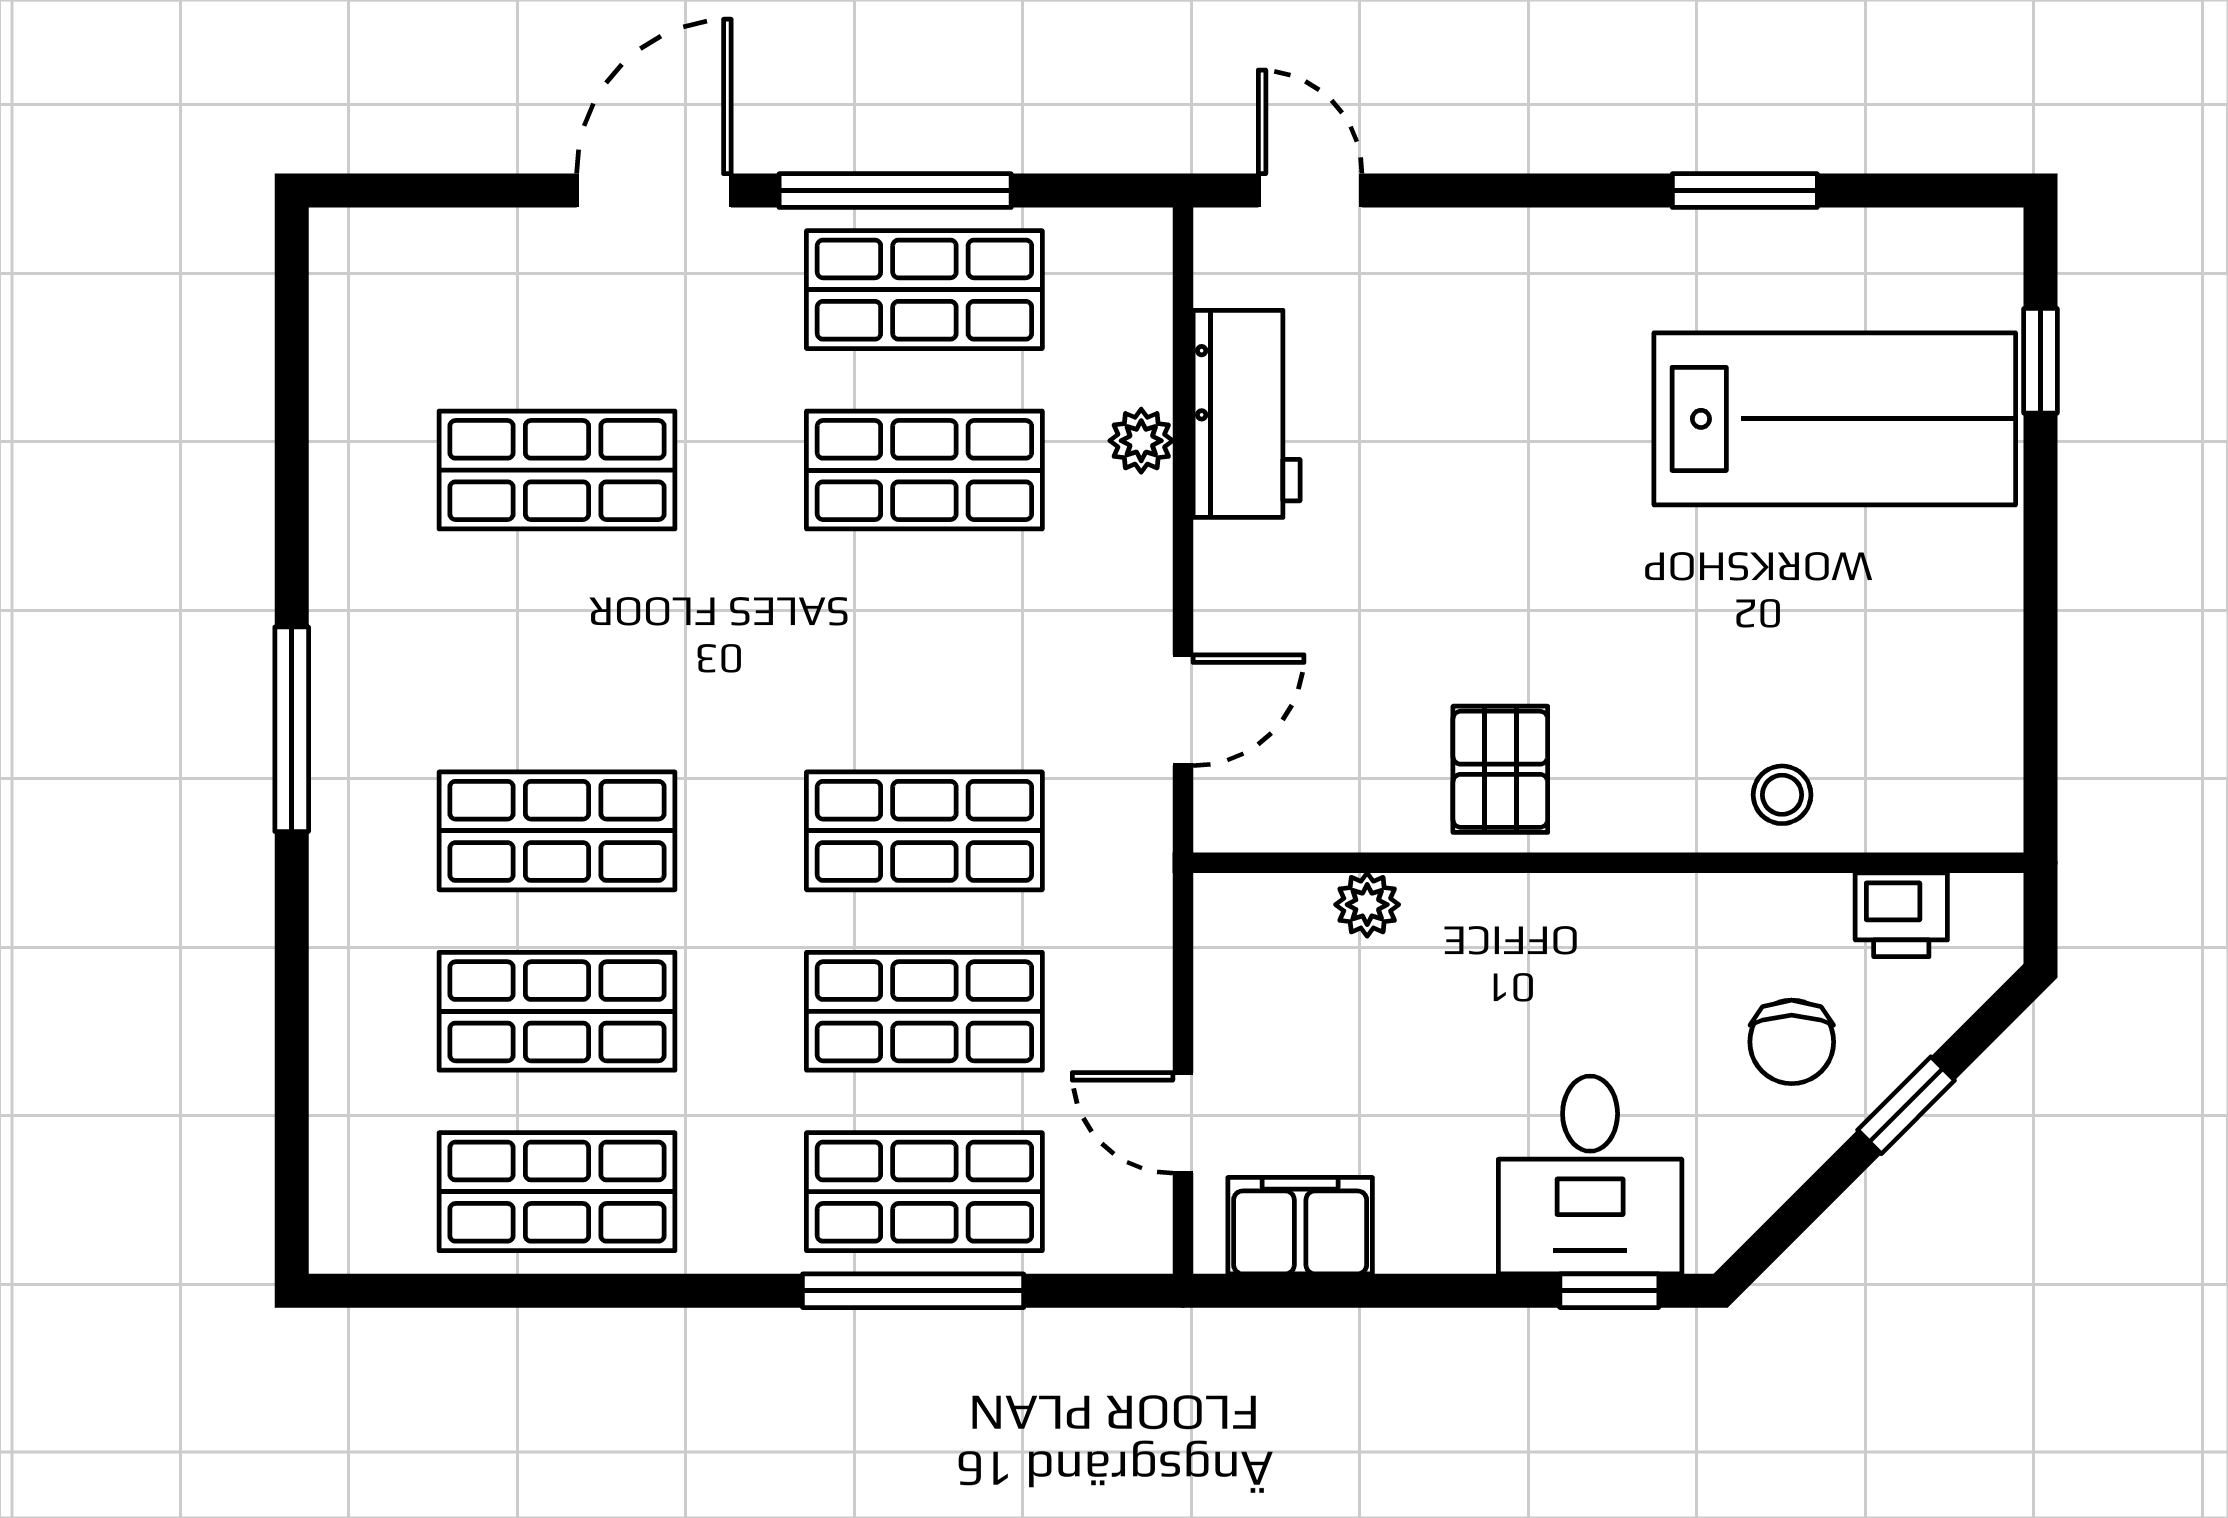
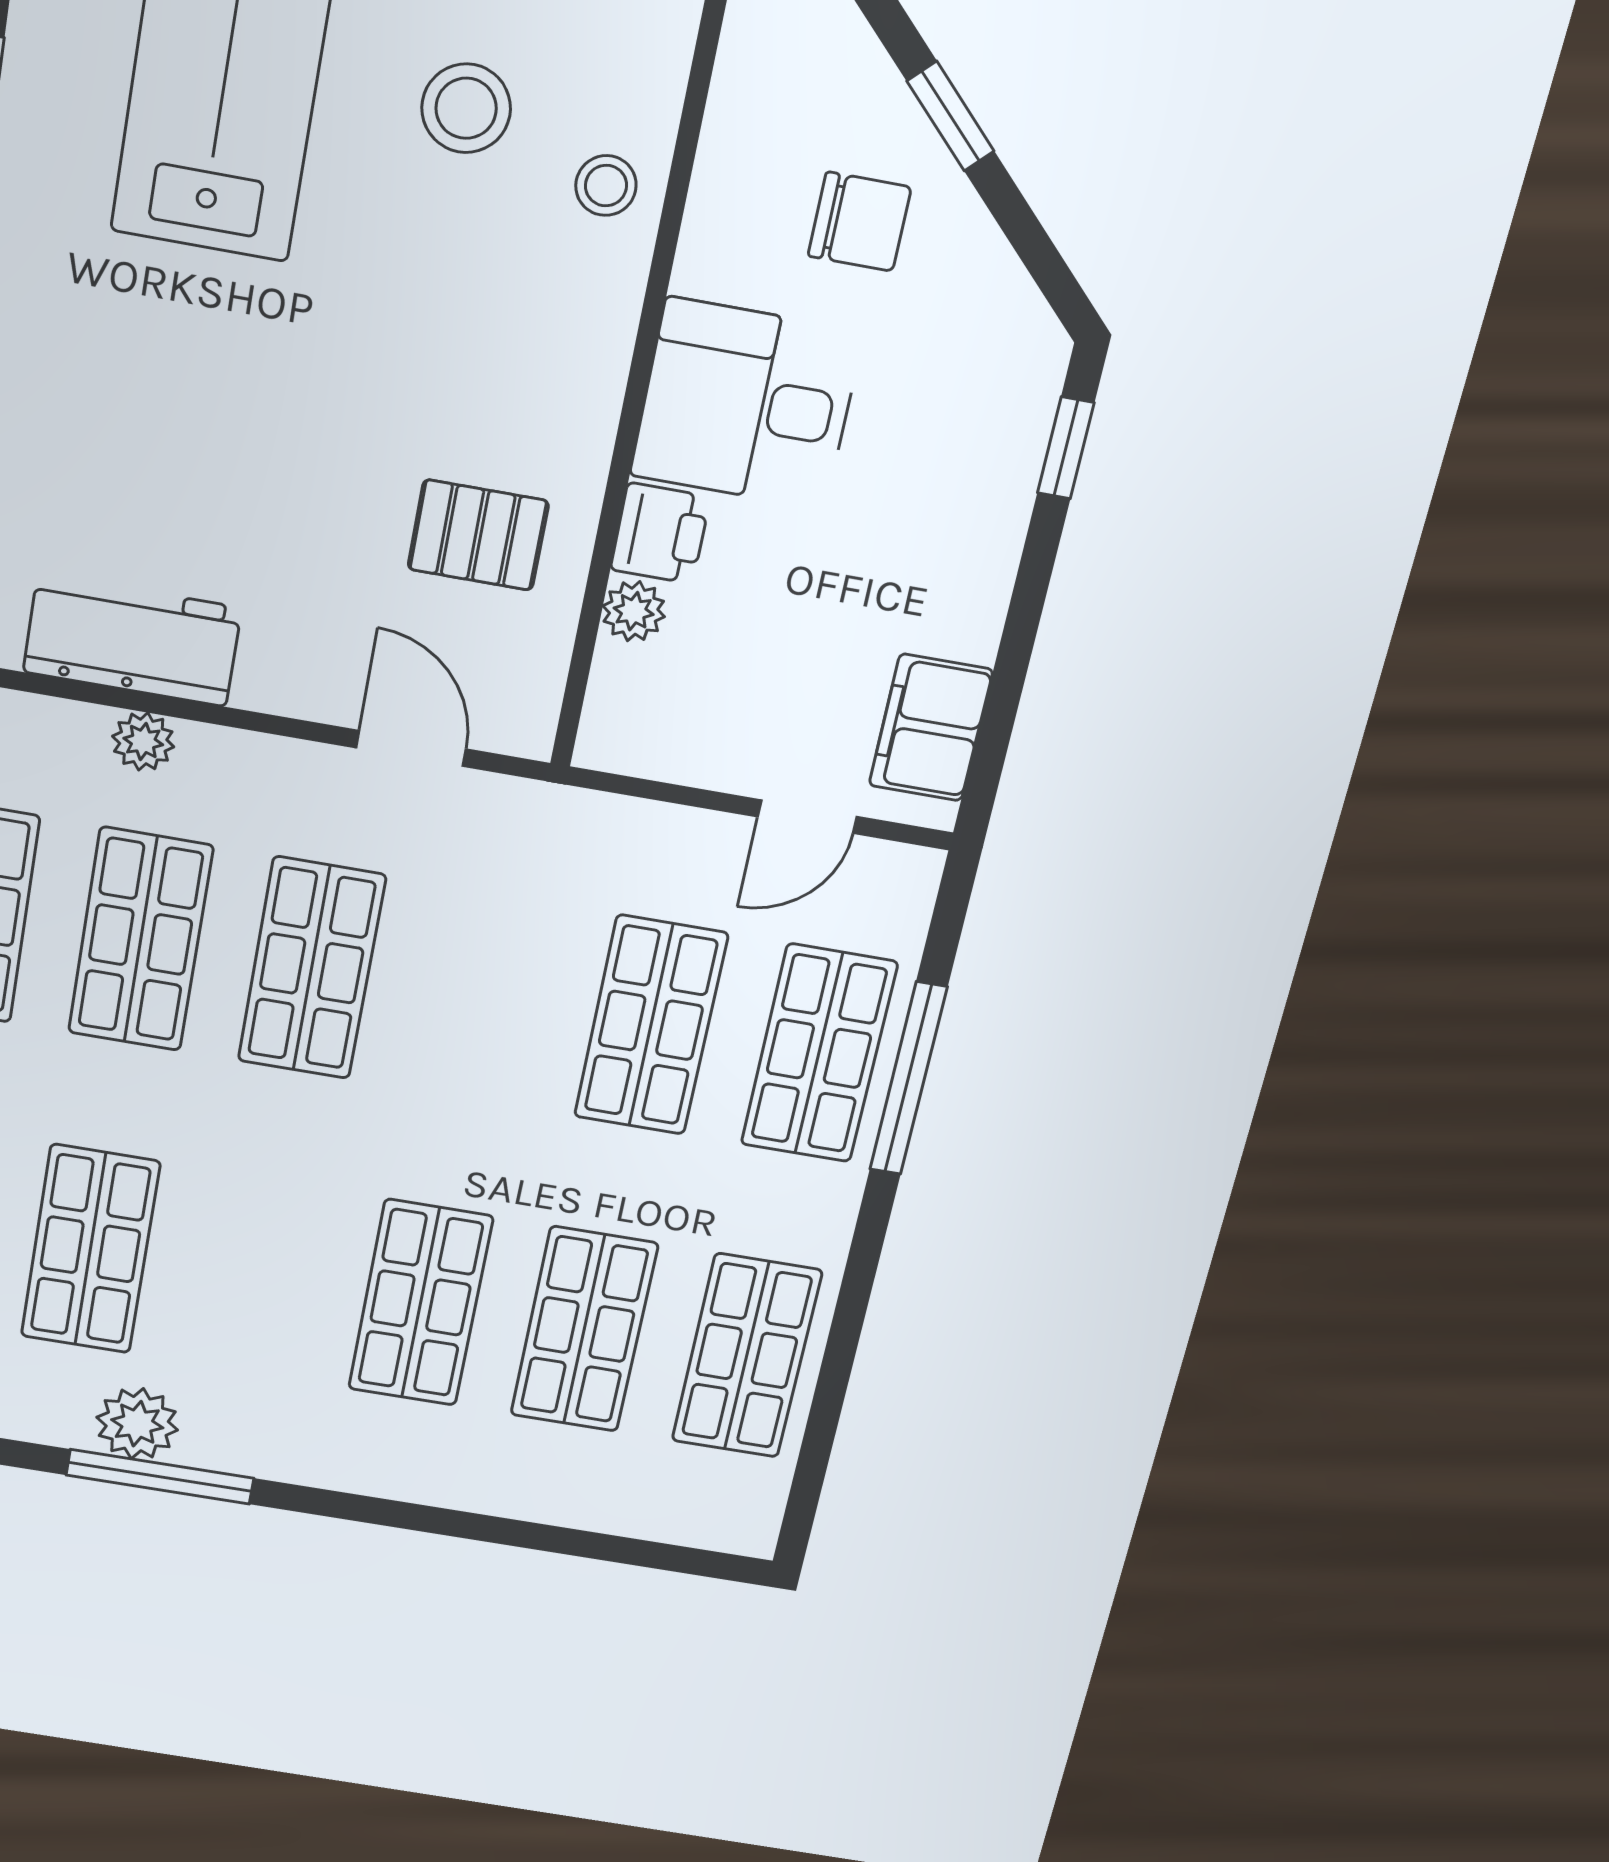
plant: (353, 551) -> (137, 1424), added
stool: (1830, 649) -> (466, 108), added
window: (292, 729) -> (160, 1477), moved
pallet: (1500, 769) -> (478, 535), moved
shop shelf: (924, 831) -> (312, 968), moved
printer: (1901, 915) -> (660, 533), moved
desk: (1590, 1175) -> (746, 404), moved, turned 180

